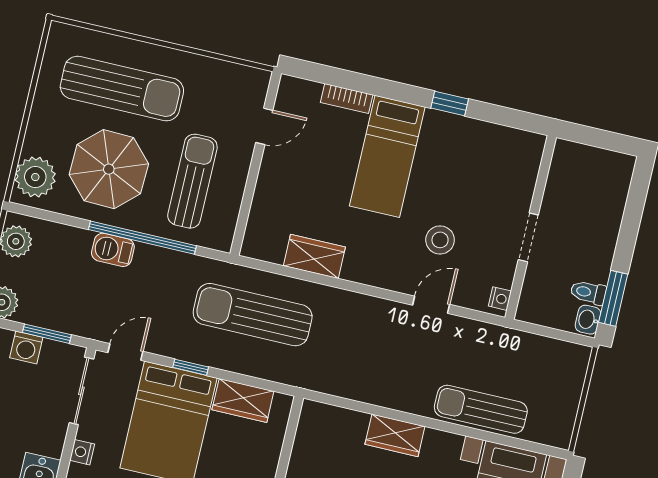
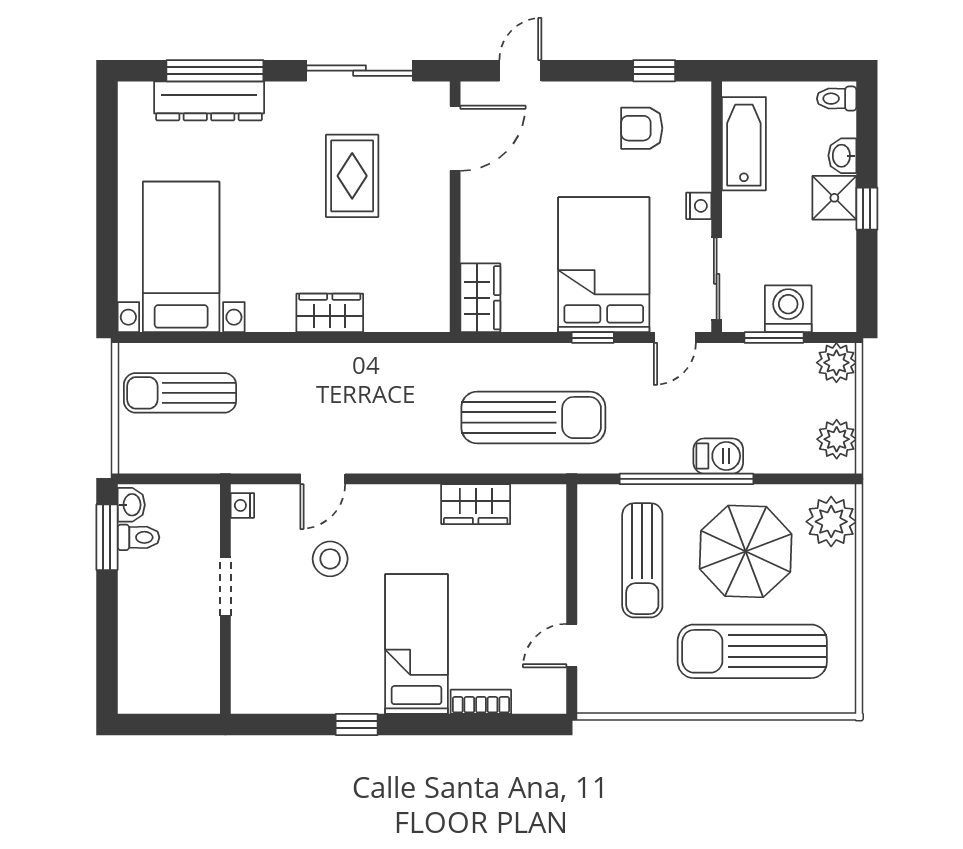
washing machine: (26, 348) -> (788, 309), width x1.38, depth x1.38
wardrobe: (243, 400) -> (480, 298), moved, turned 90
sun lounger: (481, 409) -> (180, 393), moved, turned 180

